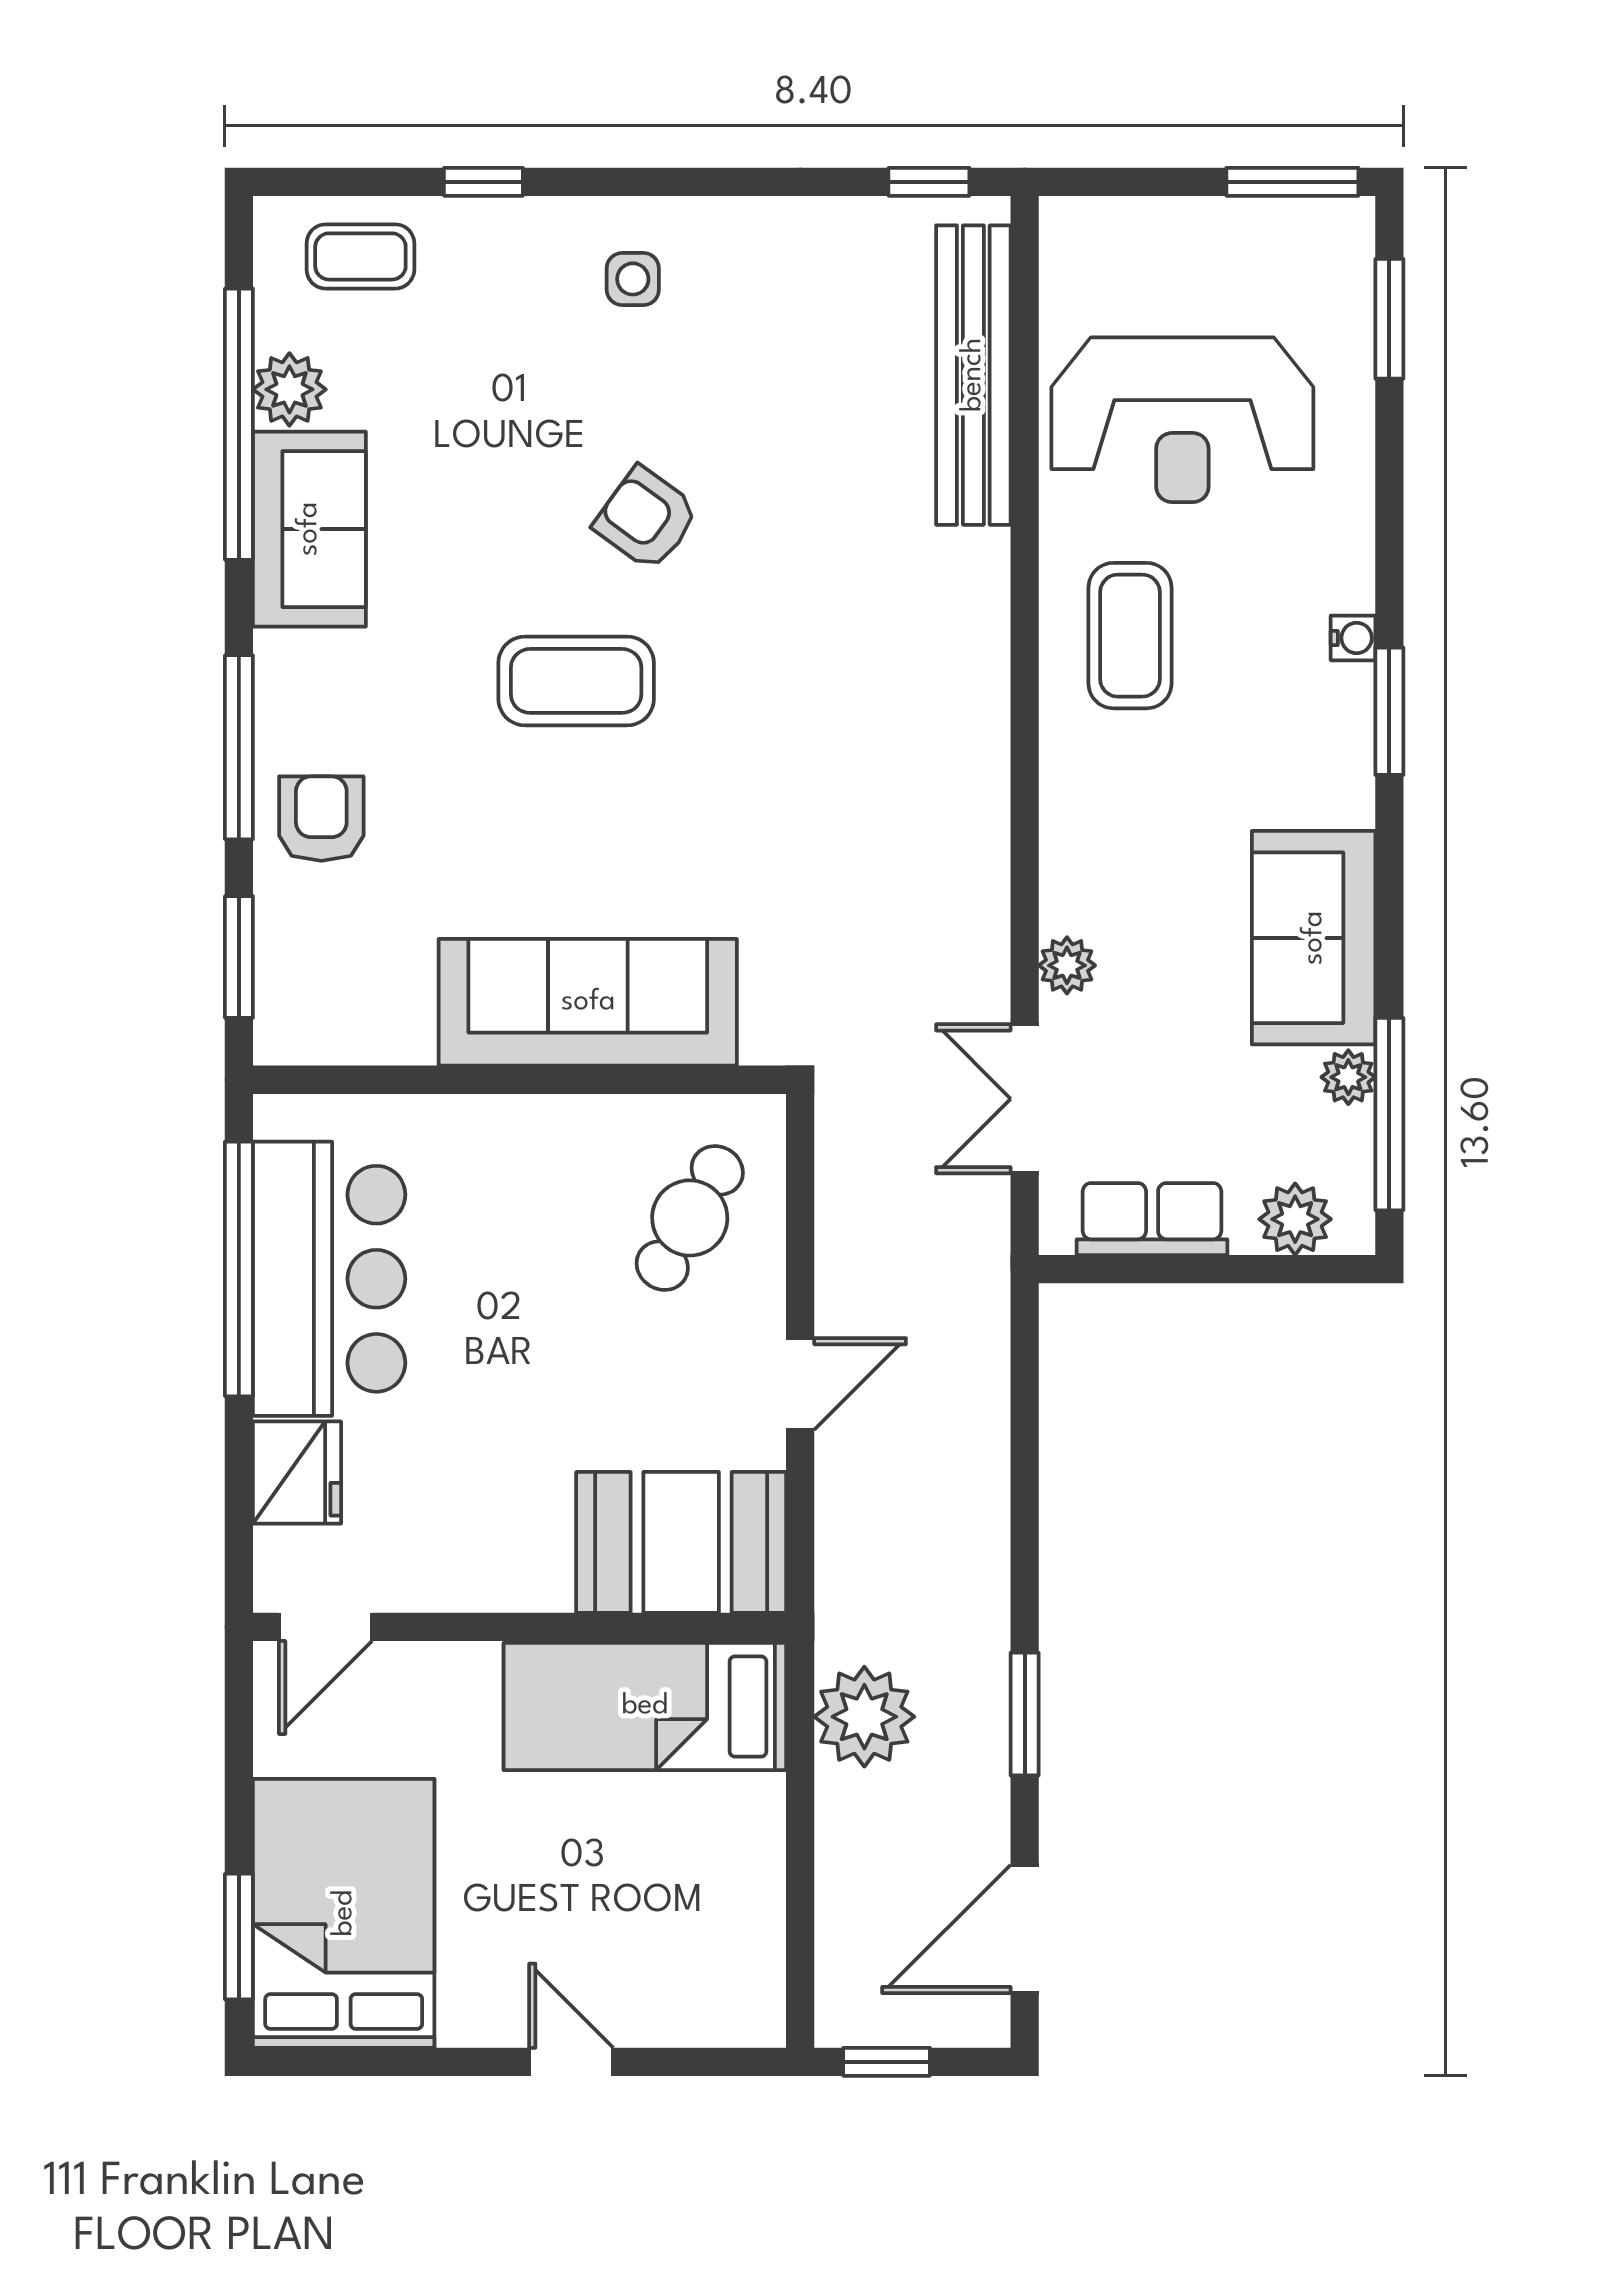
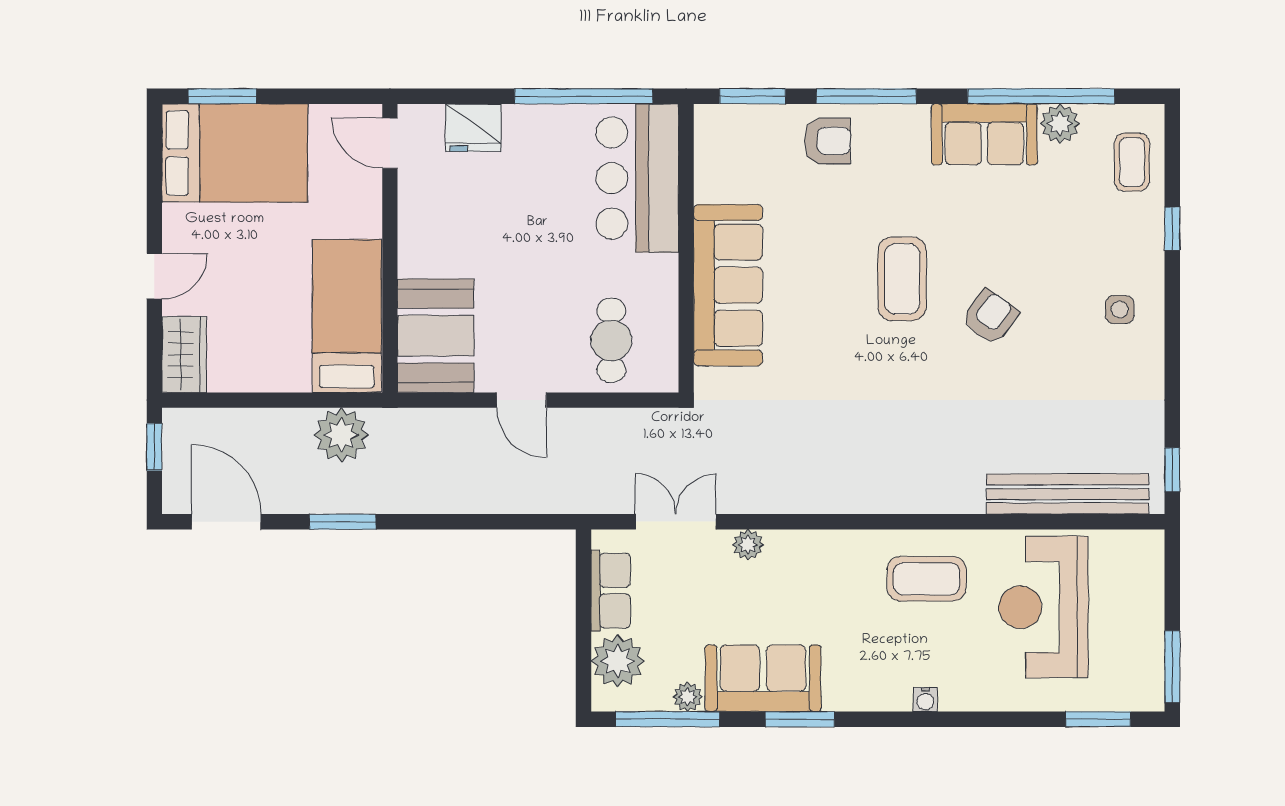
window: (1389, 711) -> (800, 719), moved
cafe table: (690, 1218) -> (611, 340), turned 60
plant: (1295, 1219) -> (618, 661), width x1.36, depth x1.36
bar counter: (329, 1279) -> (637, 178), moved, turned 90
wardrobe: (716, 2007) -> (184, 354), added

